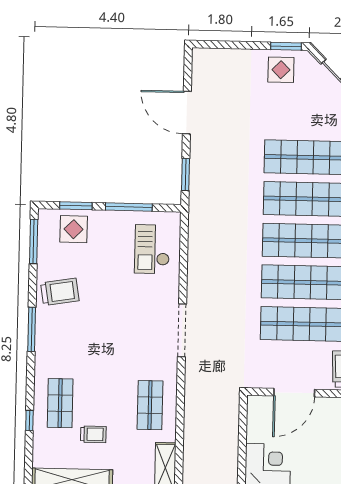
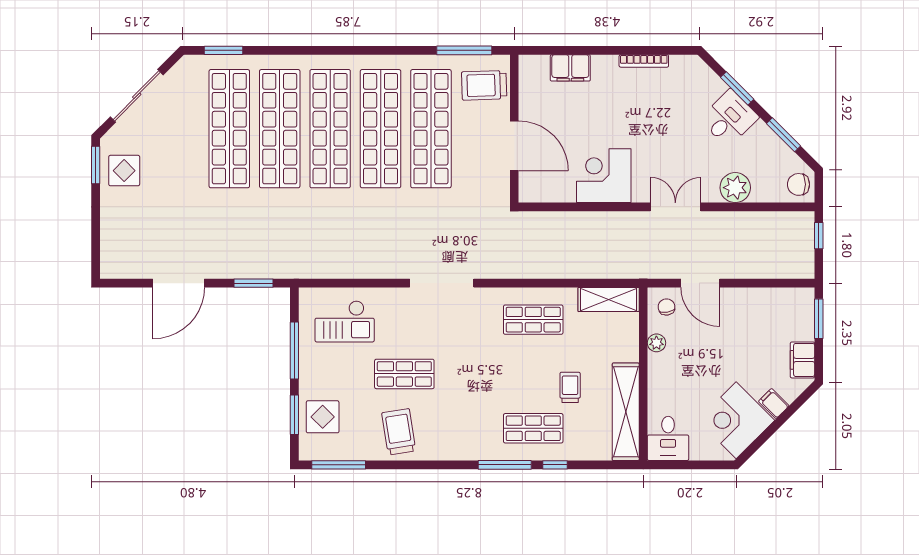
shop shelf: (107, 298) -> (404, 374), added
window: (32, 329) -> (505, 465), moved

